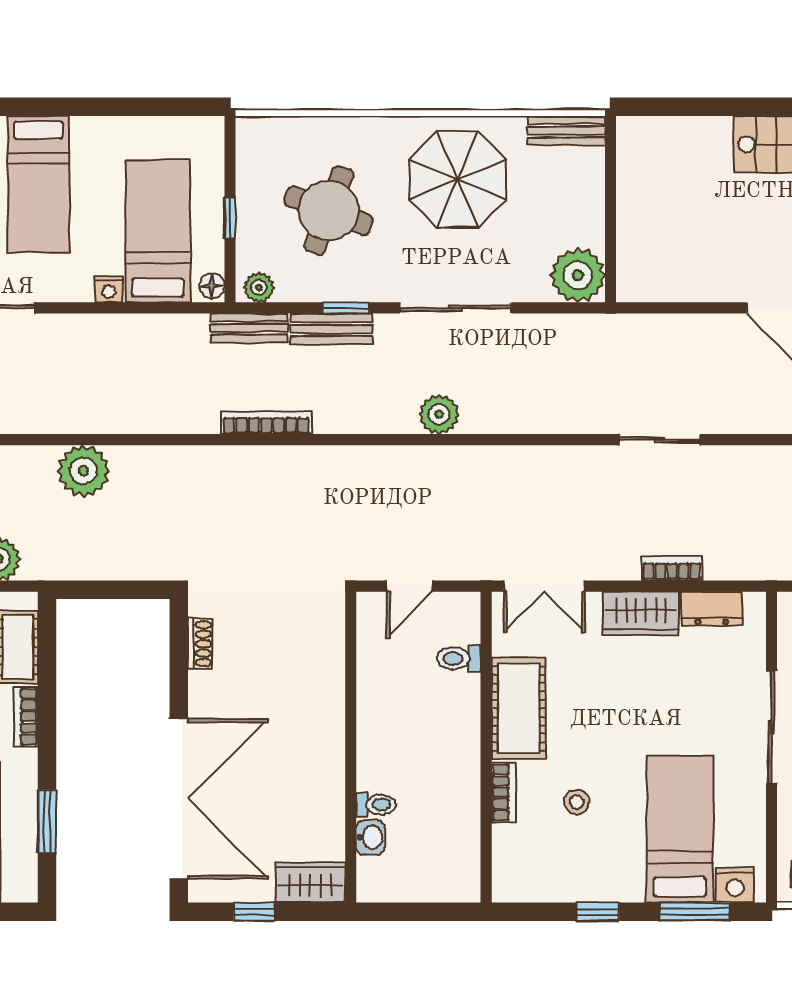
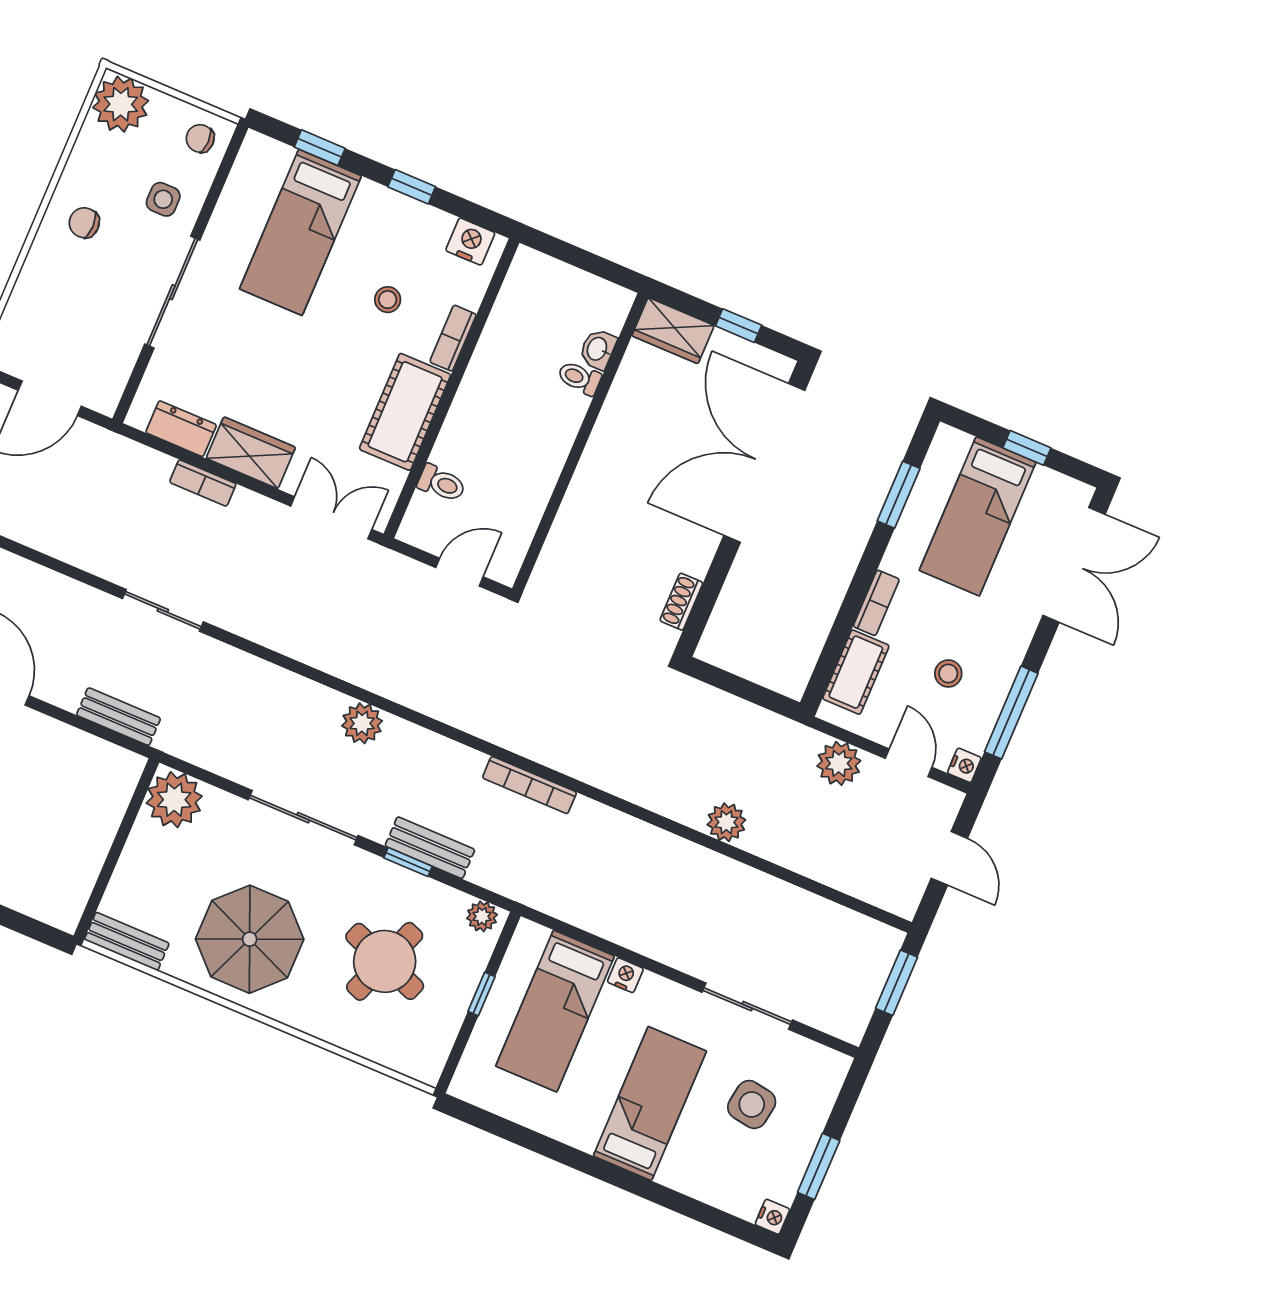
floor lamp: (212, 286) -> (526, 937), removed
bench: (249, 328) -> (119, 717), moved
plant: (83, 471) -> (726, 822), width x0.73, depth x0.73
nightstand: (735, 885) -> (470, 242), moved
window: (695, 912) -> (320, 148), width x0.67

